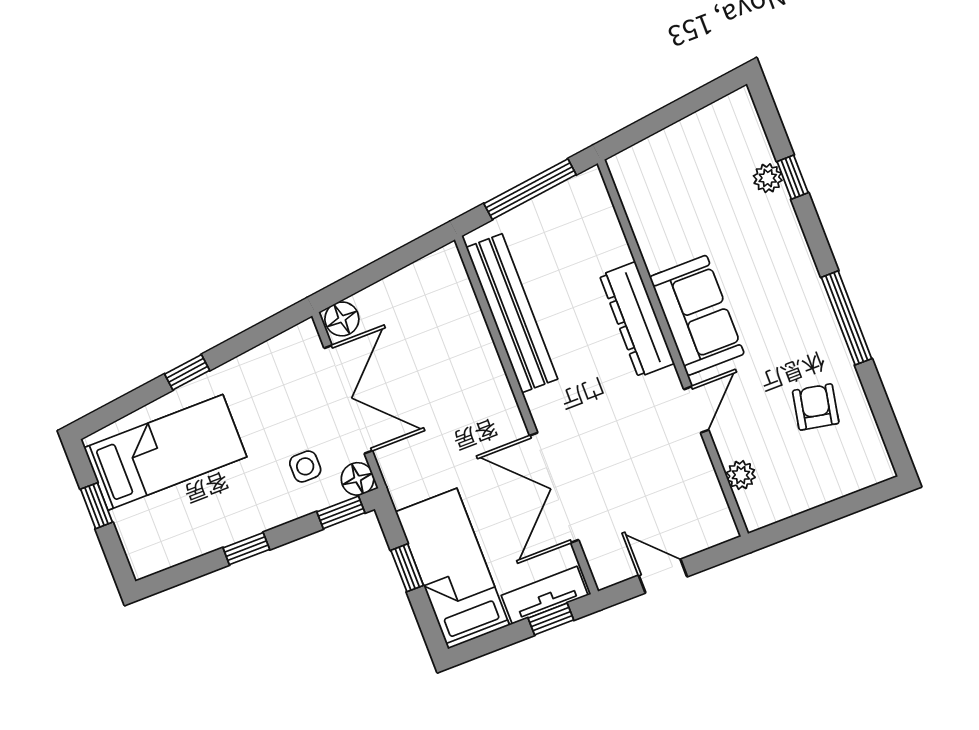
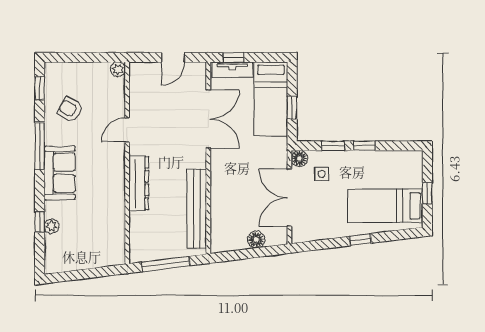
sofa: (697, 315) -> (60, 173), moved, turned 180
floor lamp: (342, 319) -> (256, 240), moved
armchair: (816, 407) -> (70, 110), turned 107
window: (888, 425) -> (40, 88), added
plant: (741, 475) -> (118, 69), moved
window: (341, 512) -> (333, 146), moved
door: (663, 576) -> (173, 57), hinge flipped

